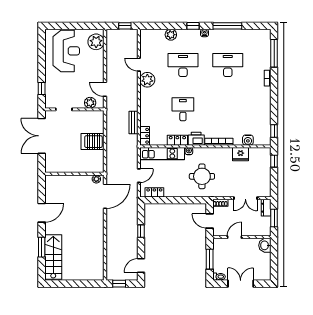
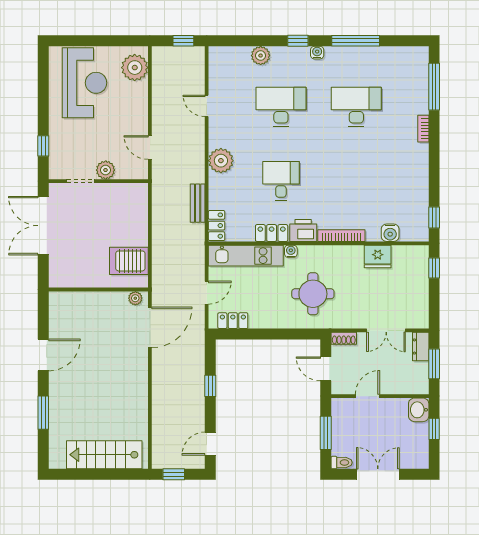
plant: (147, 80) -> (221, 161), moved
plant: (90, 103) -> (106, 170), moved
server rack: (93, 142) -> (129, 261), moved
stairs: (53, 257) -> (104, 455), moved, turned -90
window: (274, 257) -> (434, 429), added

